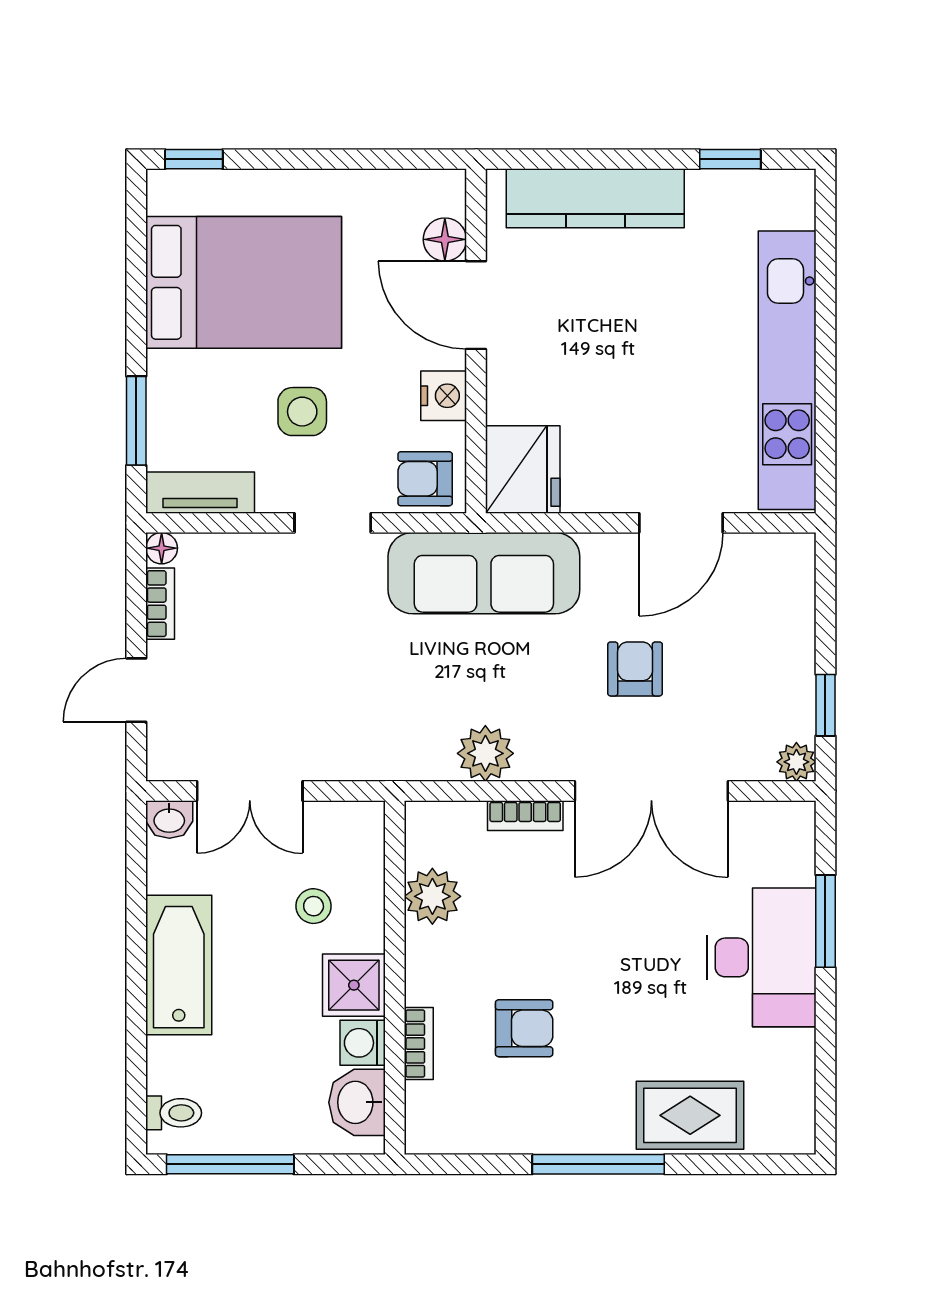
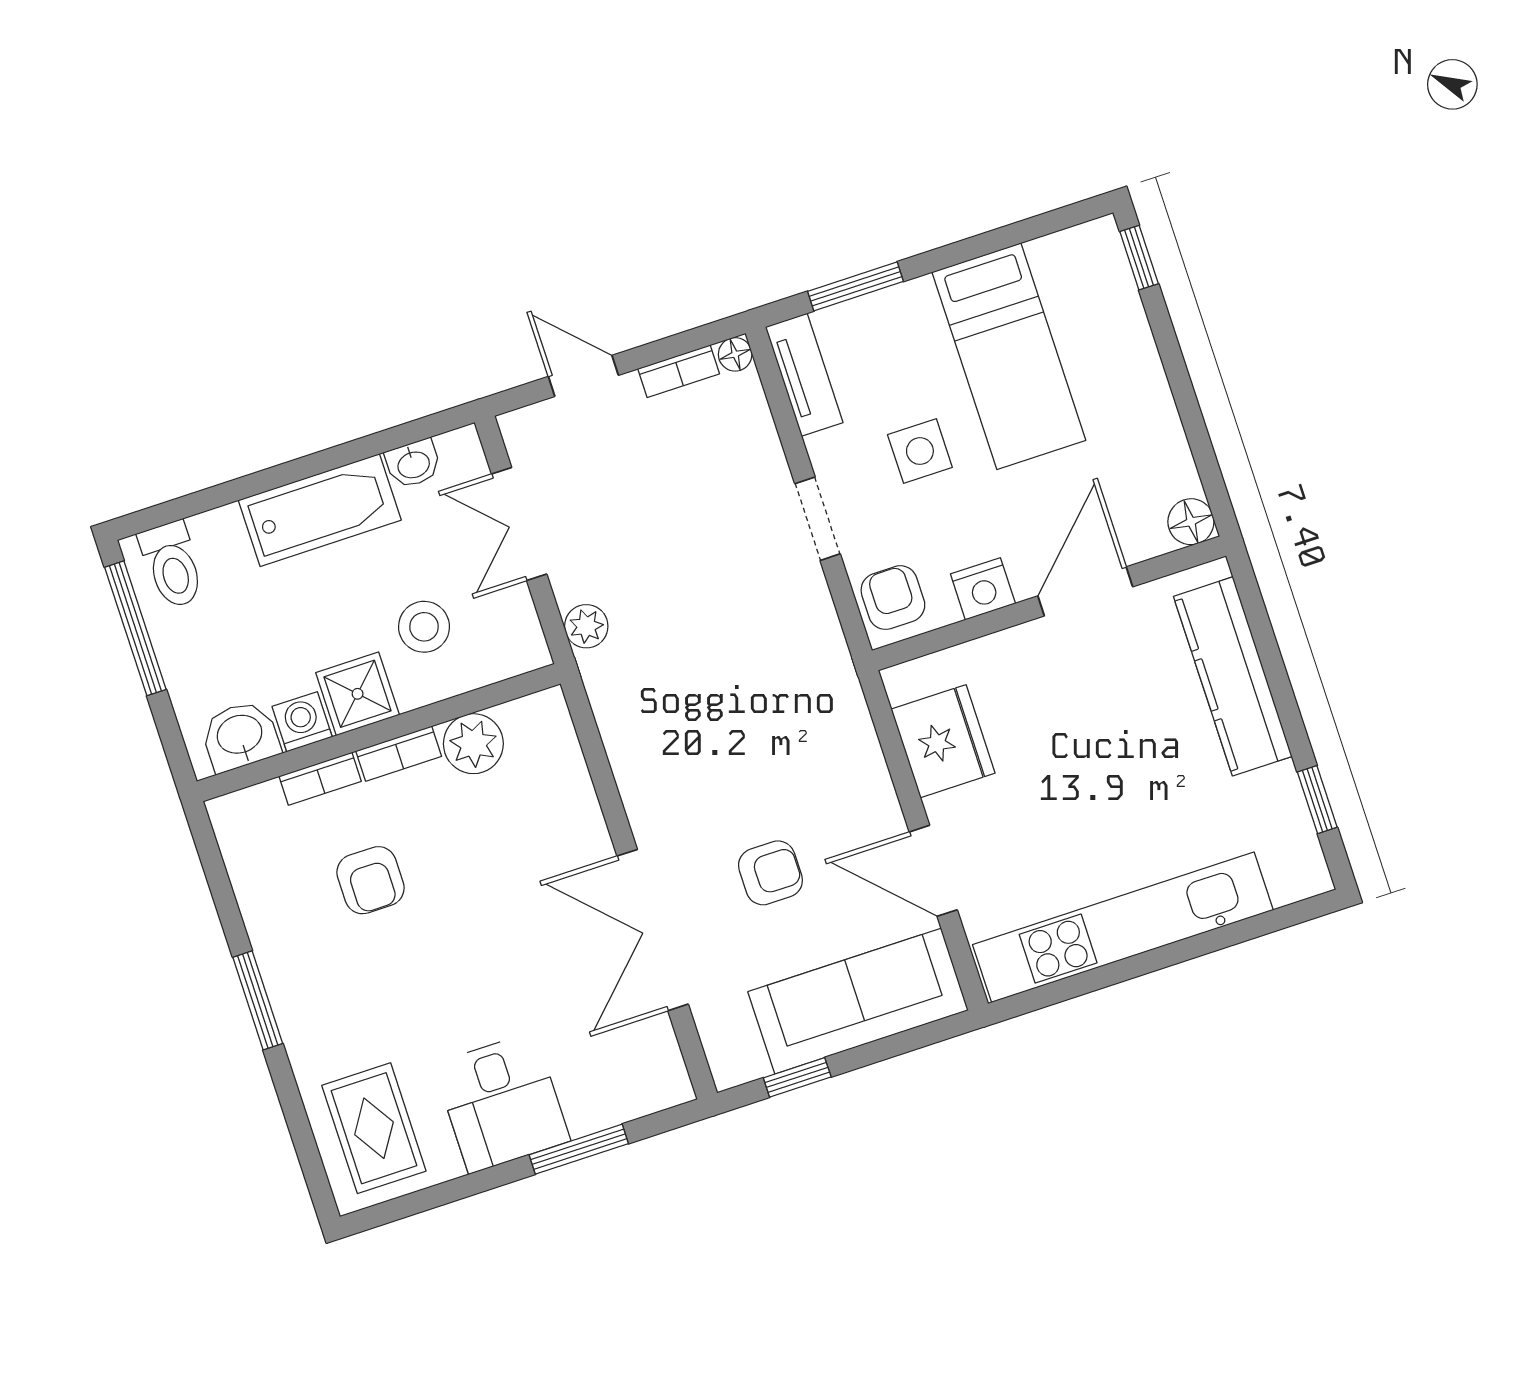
floor lamp: (445, 239) -> (1191, 522), moved
bed: (244, 282) -> (1009, 356), width x0.67
fridge: (523, 469) -> (943, 741), moved, turned -90
sofa: (484, 573) -> (858, 1001), moved, turned 90
plant: (485, 753) -> (586, 626), moved, width x0.73, depth x0.73
plant: (796, 762) -> (730, 1067), removed
bookcase: (525, 816) -> (399, 754), moved, turned -90
washbasin: (169, 819) -> (413, 464), moved, turned -90
stool: (314, 906) -> (424, 627), width x1.37, depth x1.37
desk: (761, 957) -> (502, 1103), width x0.73
toilet: (174, 1113) -> (172, 565), width x1.37, depth x1.39
rug: (690, 1115) -> (374, 1128), moved
window: (598, 1164) -> (258, 1000), width x0.69

